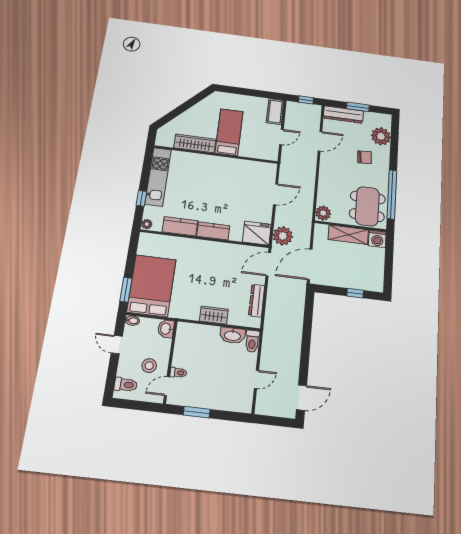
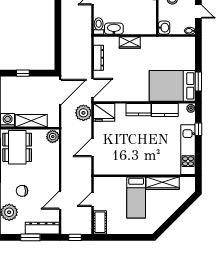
bed: (152, 286) -> (172, 86), moved, turned 90
window: (126, 290) -> (198, 81), moved

